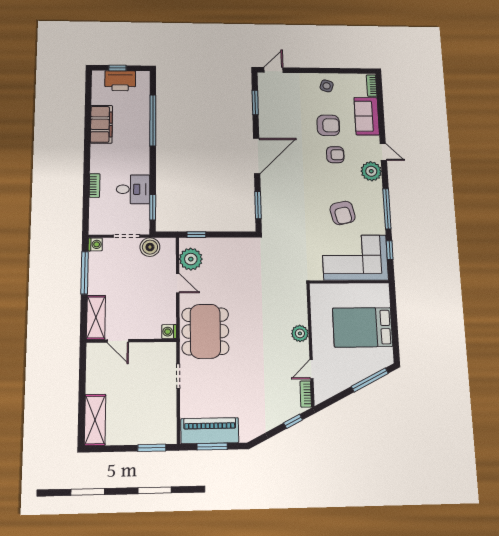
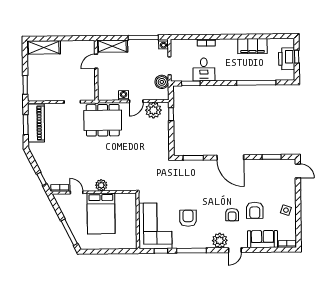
armchair: (343, 213) -> (188, 218), turned 103
bed: (363, 327) -> (101, 214), moved, turned 180
washing machine: (169, 332) -> (124, 95), moved

